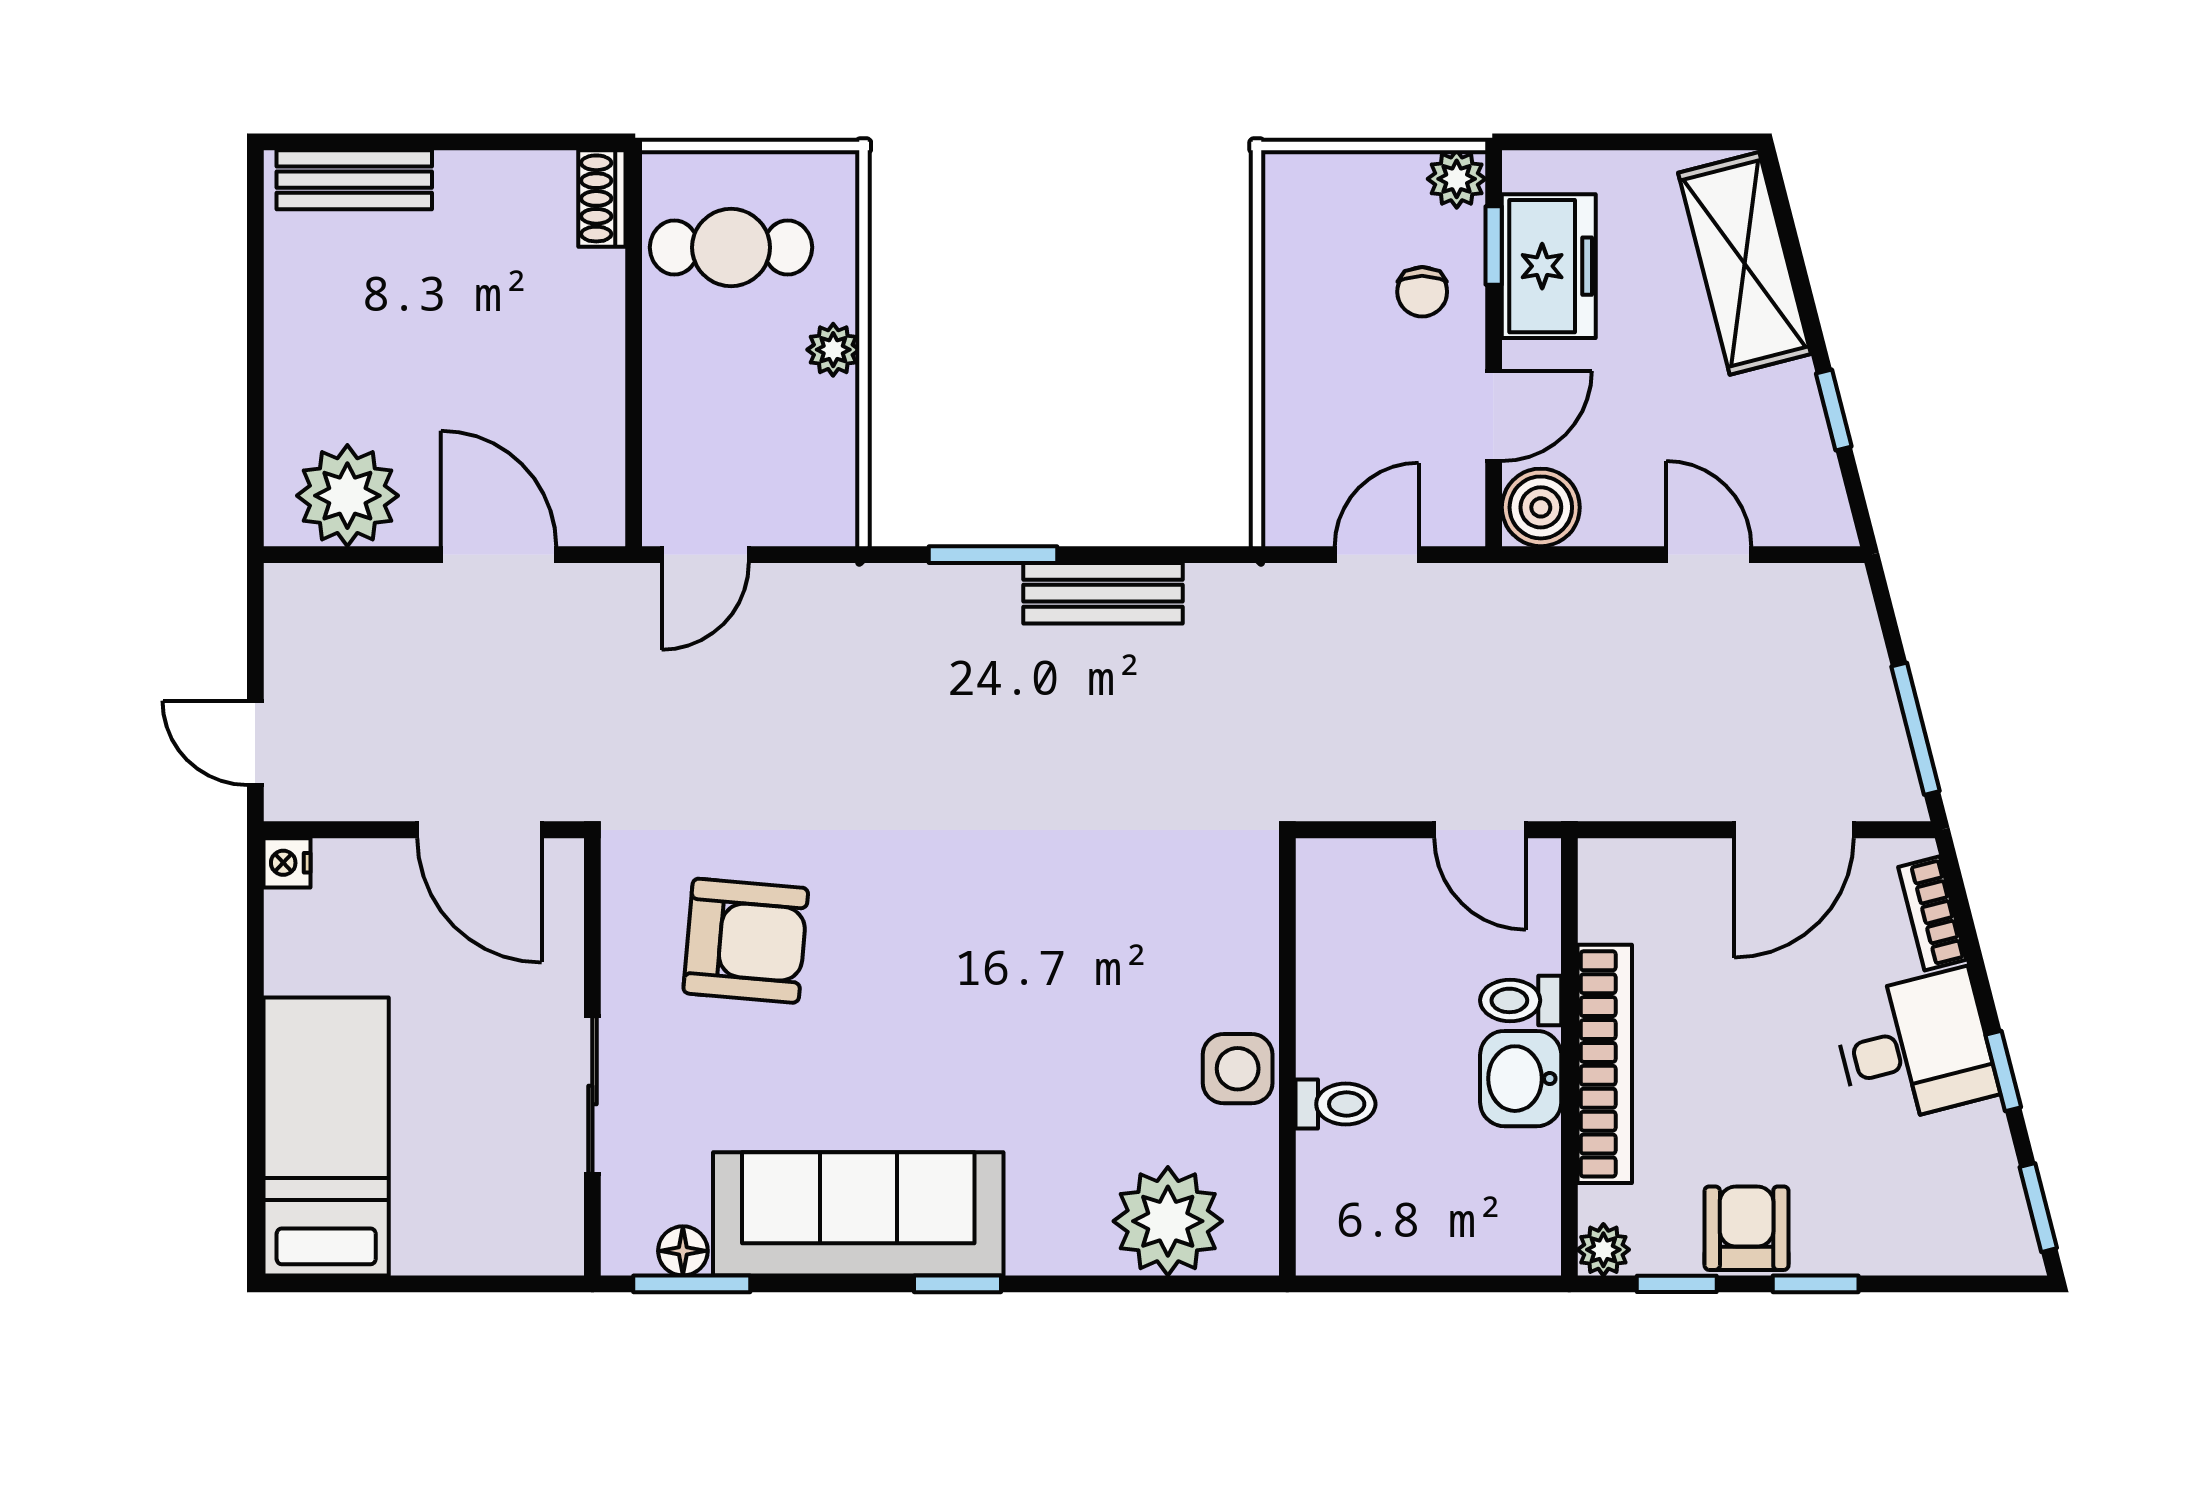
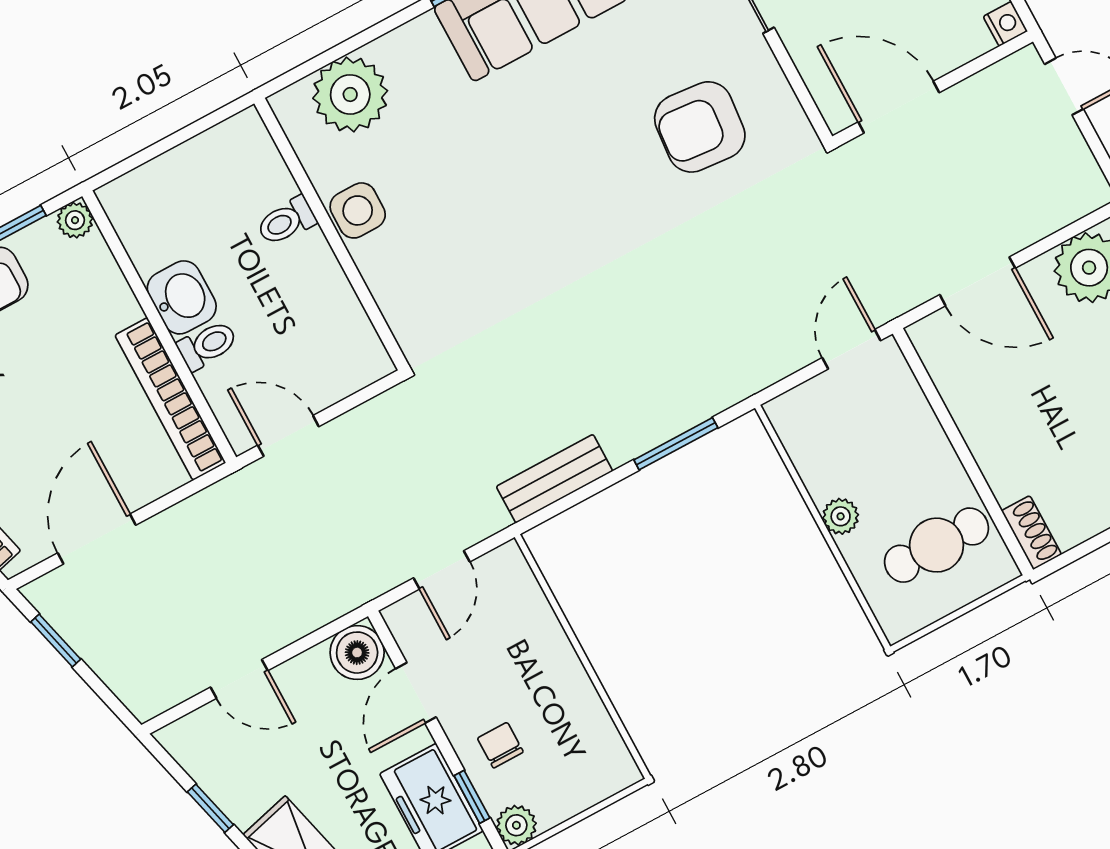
bench: (1103, 593) -> (554, 479), moved
window: (1915, 729) -> (56, 641), width x0.67
bookcase: (1605, 1064) -> (170, 399), moved

